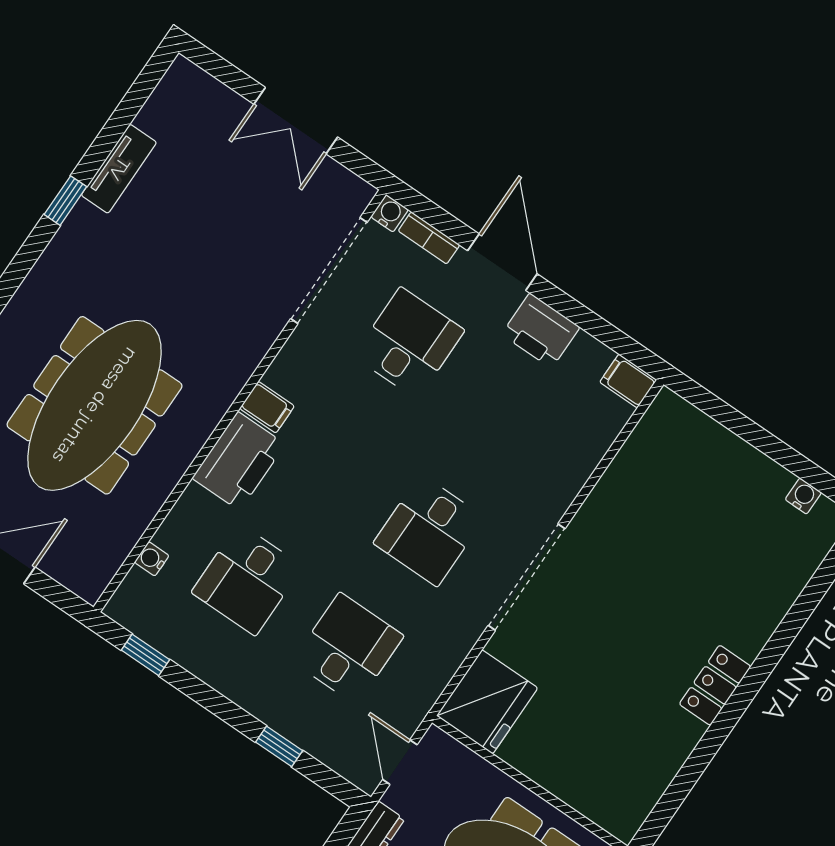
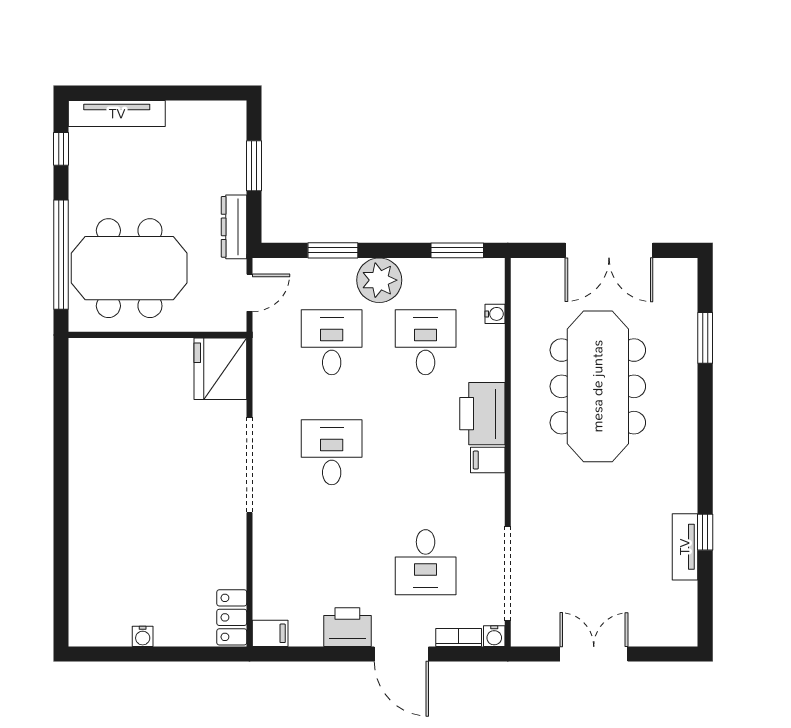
window: (65, 201) -> (705, 532), moved
water cooler: (803, 496) -> (143, 636), moved
desk: (348, 649) -> (332, 342), turned 180
window: (145, 655) -> (457, 250), width x1.50
plant: (251, 680) -> (379, 280), added
locker: (715, 685) -> (232, 617), moved, turned 180
window: (279, 746) -> (333, 250), width x1.50
door: (400, 762) -> (249, 293), hinge flipped

